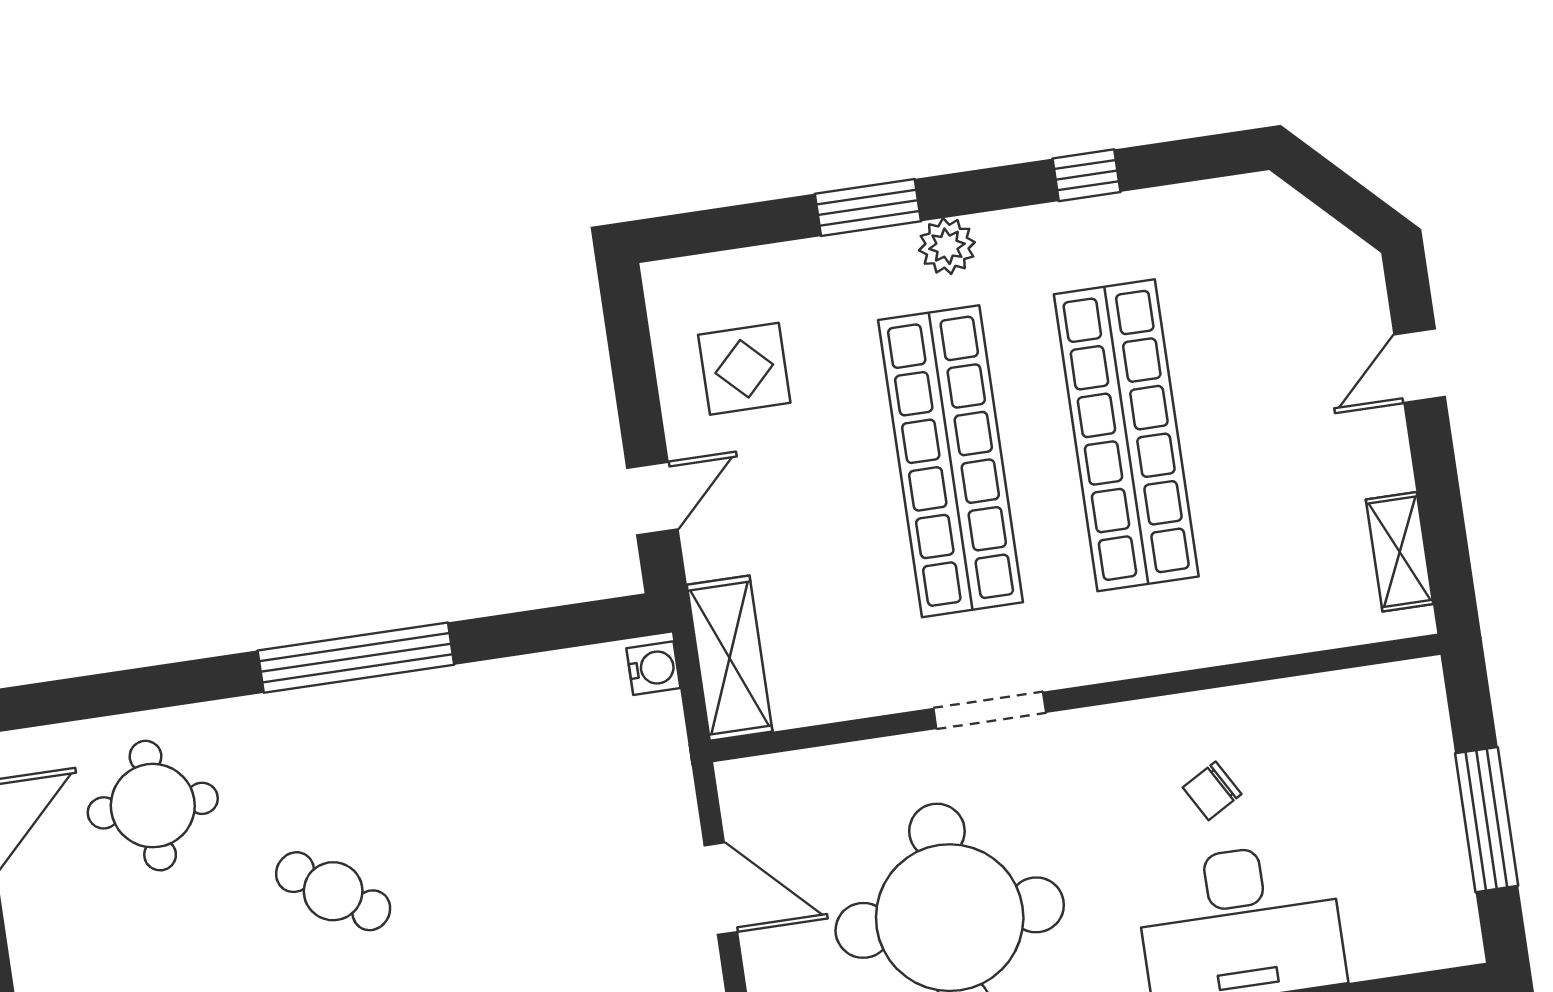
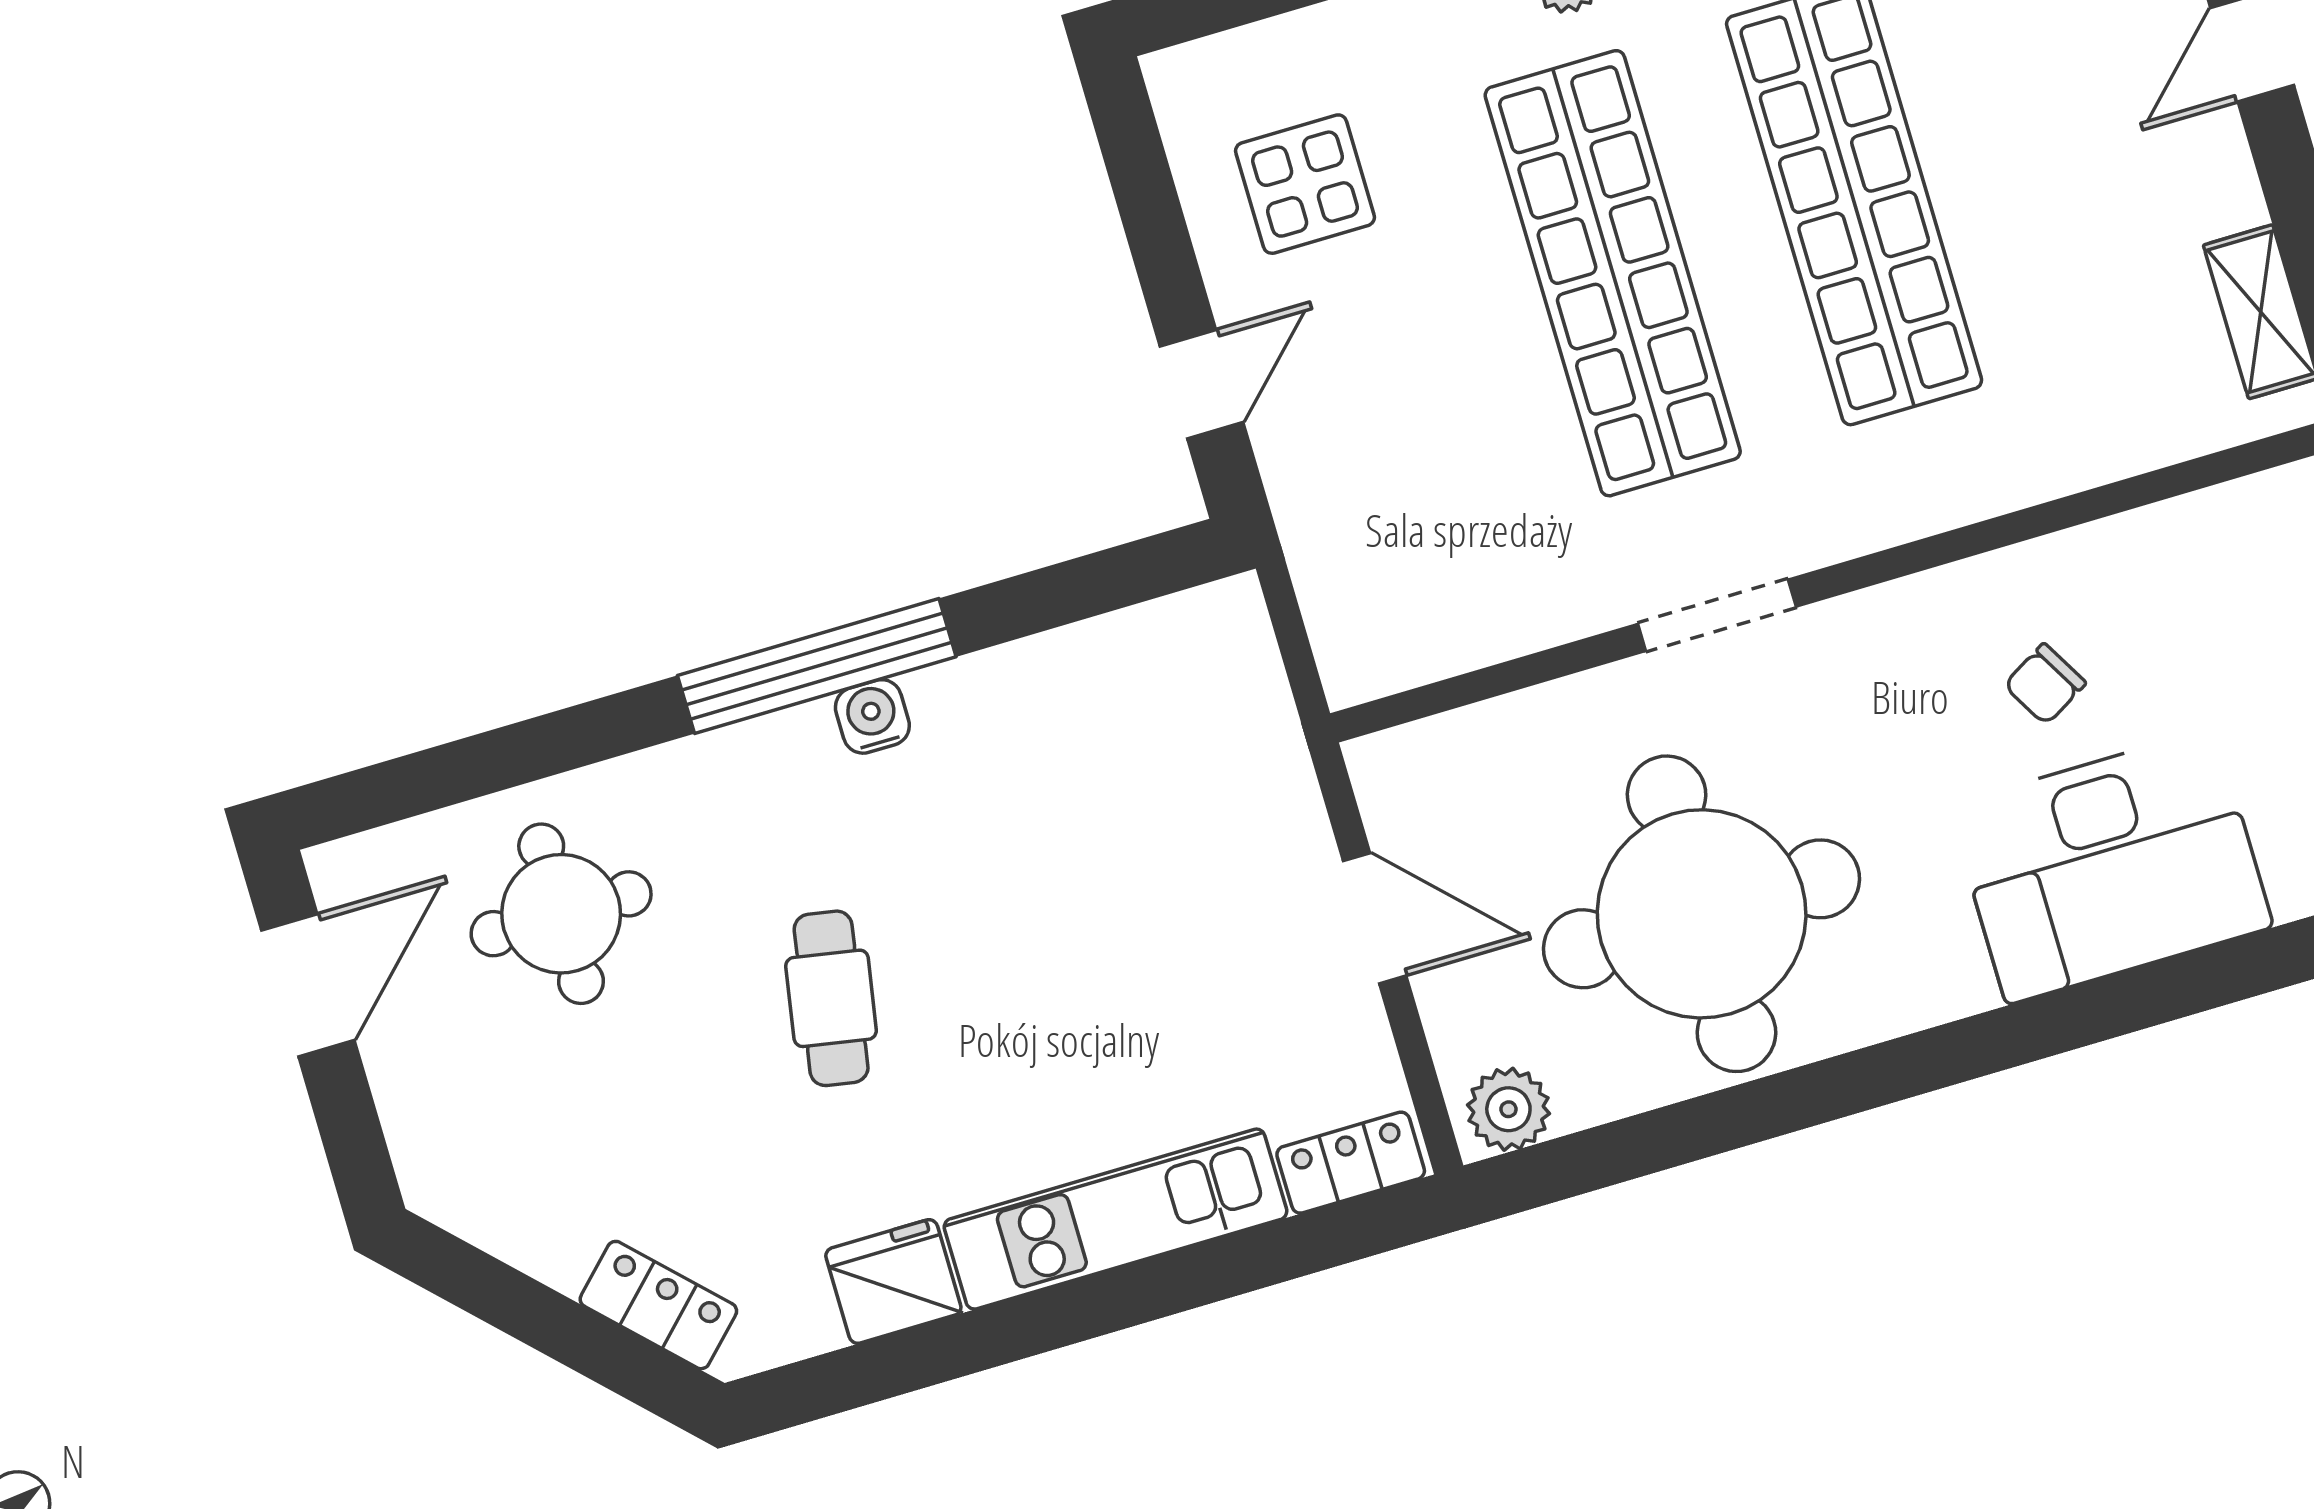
shelving: (730, 658) -> (1341, 593), removed
water cooler: (653, 668) -> (872, 716), moved, turned -90
cafe table: (333, 891) -> (831, 998), turned 65

